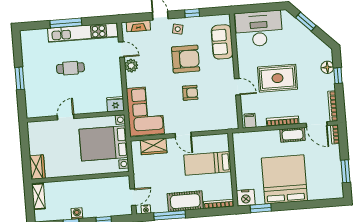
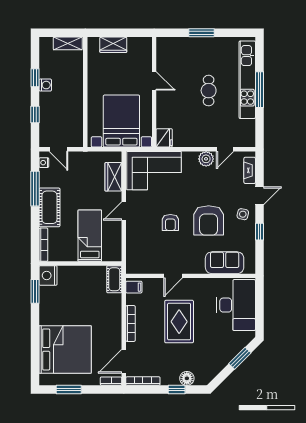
kitchen unit: (83, 33) -> (247, 80), moved
cot: (293, 135) -> (114, 279), moved
wardrobe: (37, 167) -> (113, 45), moved
bed: (284, 179) -> (65, 349), moved

